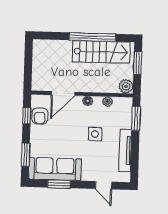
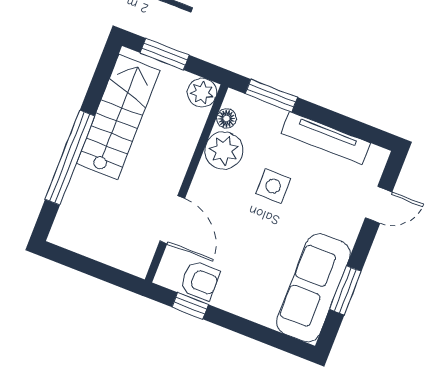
window: (92, 37) -> (70, 158), moved
floor lamp: (88, 101) -> (226, 119), moved
plant: (107, 102) -> (224, 151), width x1.87, depth x1.87
window: (25, 155) -> (266, 335), removed

